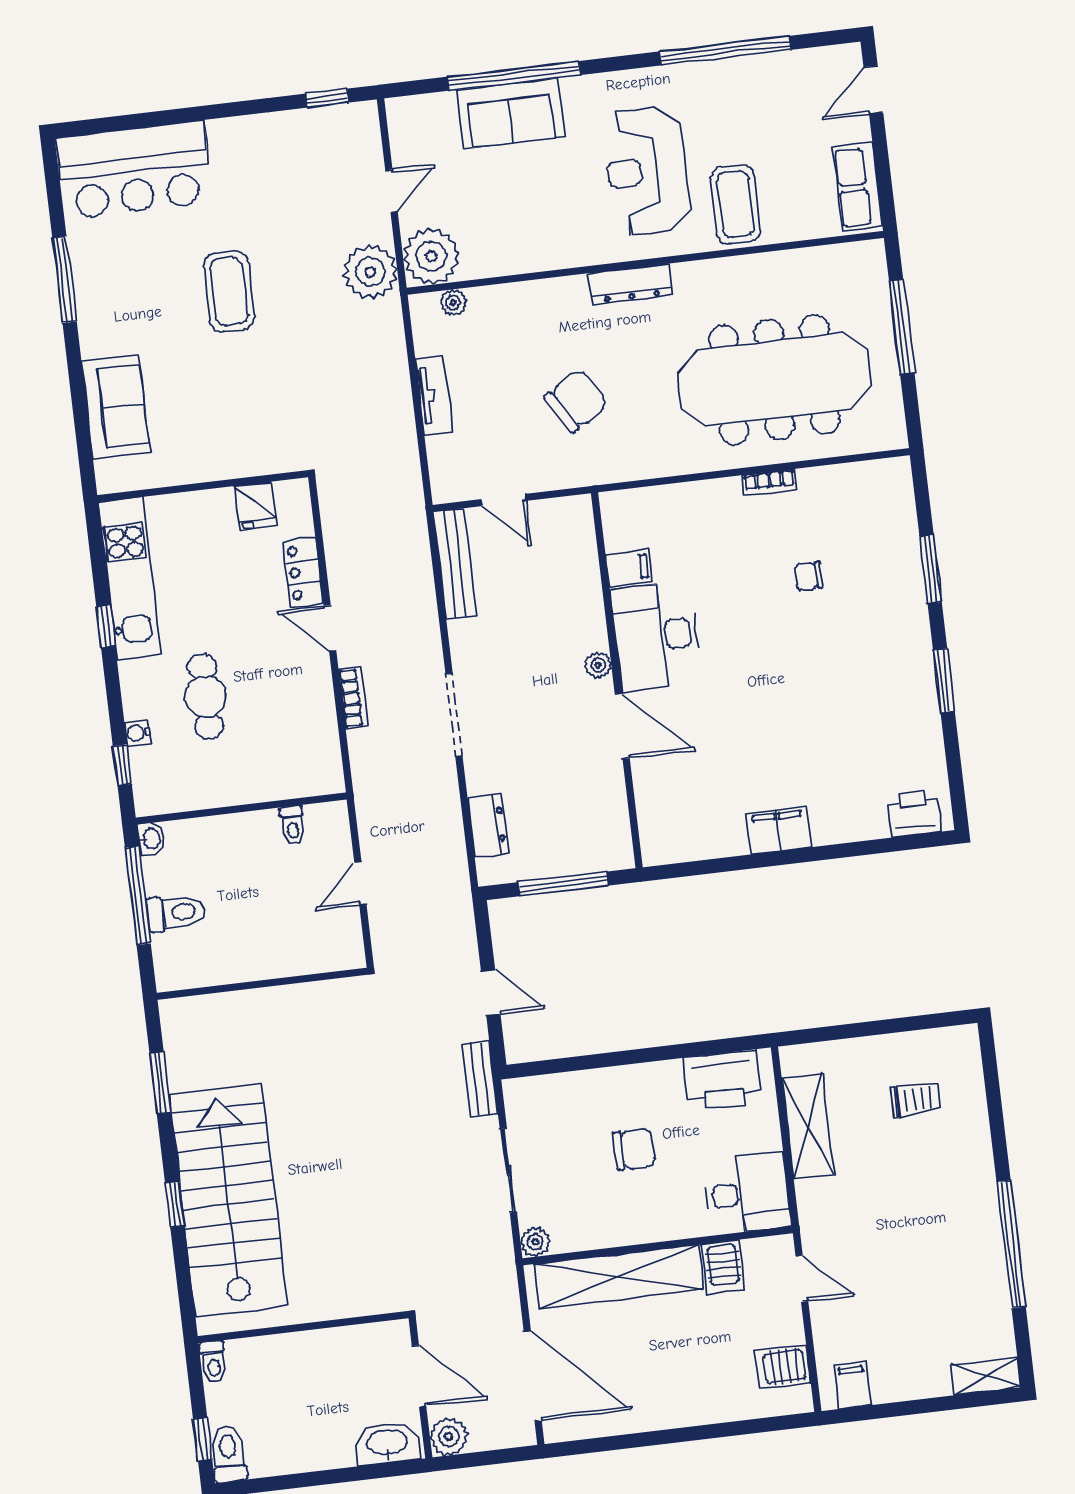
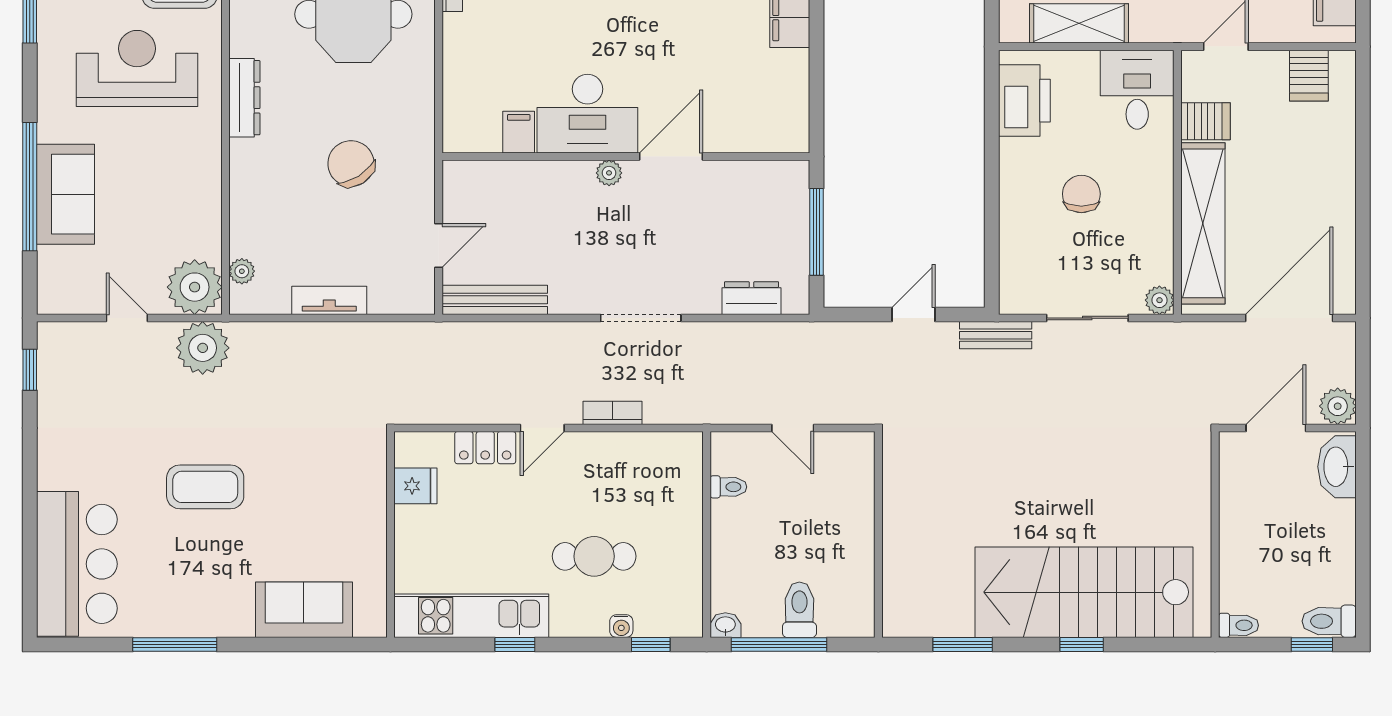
reception desk: (647, 171) -> (137, 68), turned 180

